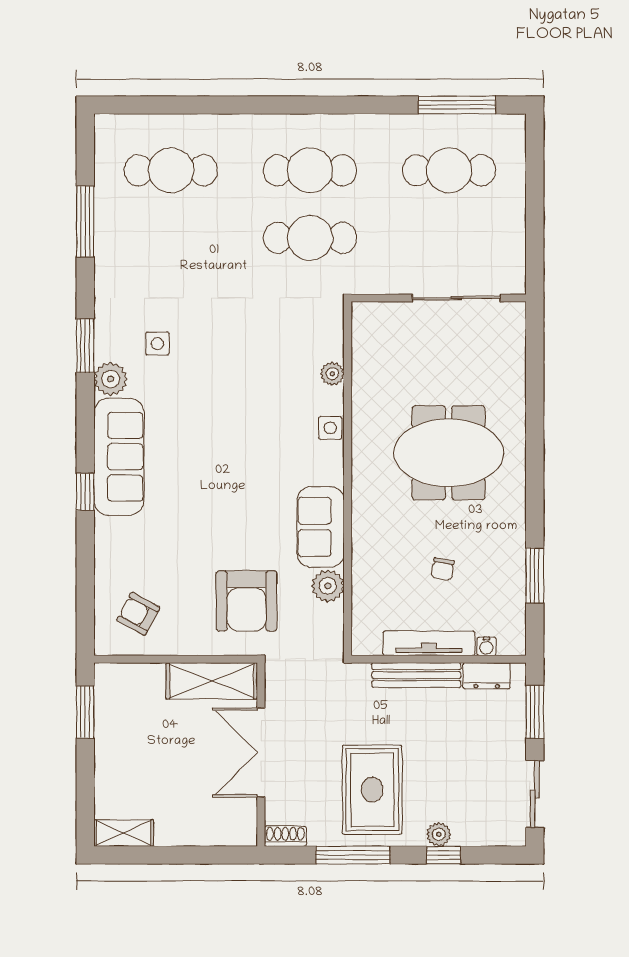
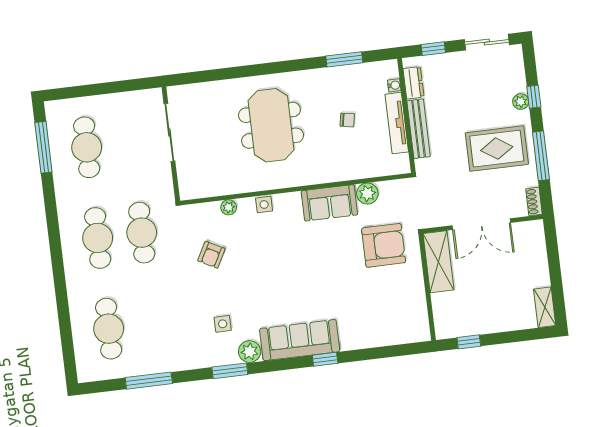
armchair: (138, 614) -> (211, 255), moved
window: (85, 712) -> (469, 342), width x0.67
window: (535, 712) -> (433, 49), width x0.67

